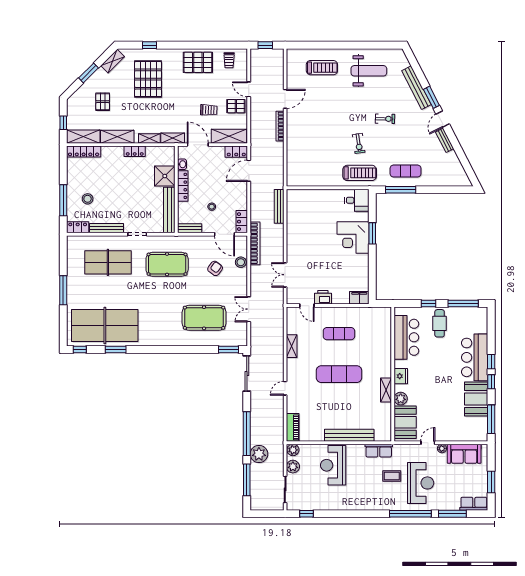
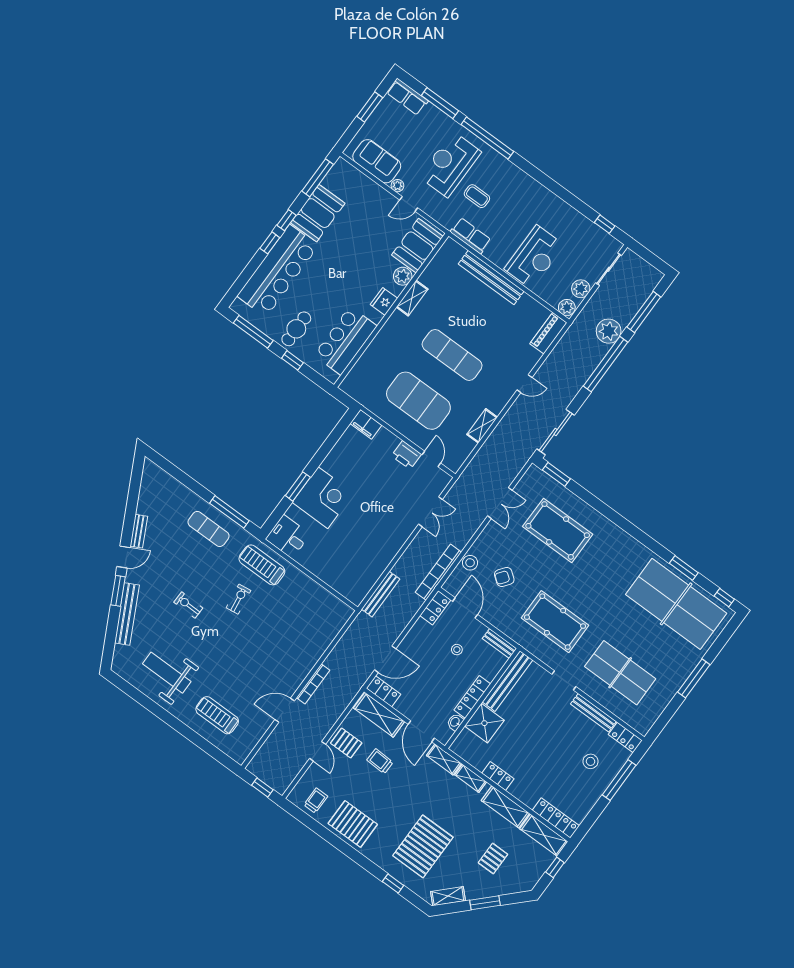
exercise mat: (339, 334) -> (418, 401), width x2.00, depth x1.45
bar counter: (475, 357) -> (278, 271), width x1.36

